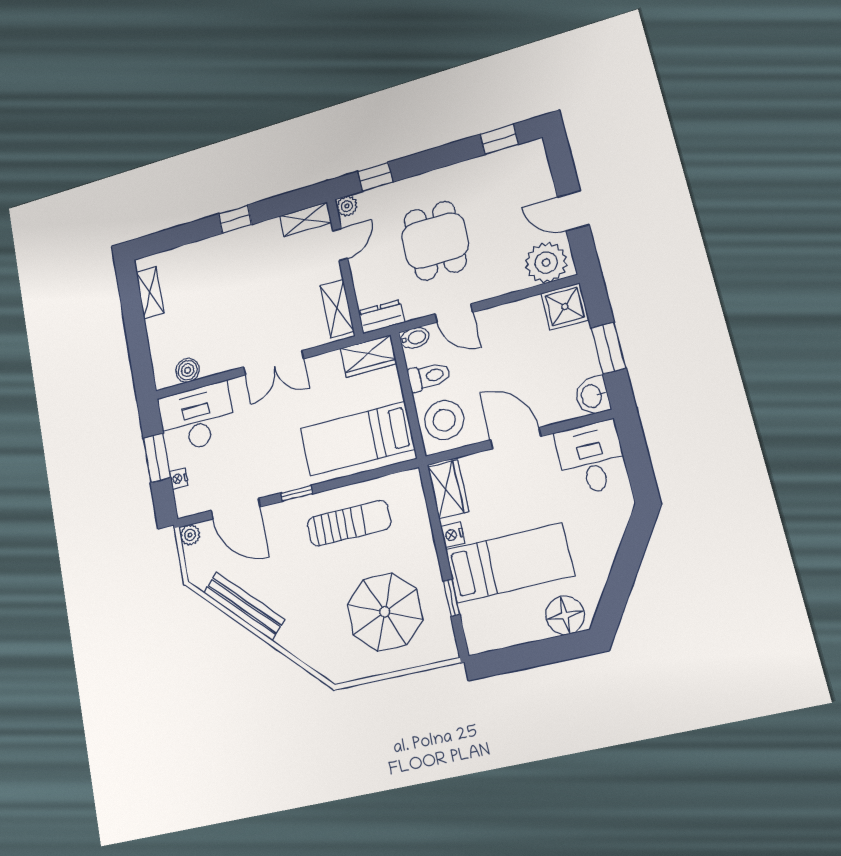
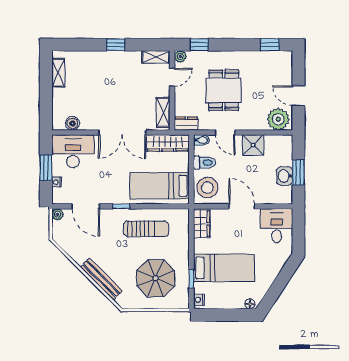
shower: (565, 307) -> (253, 145), moved
wardrobe: (369, 356) -> (168, 143), width x1.50
double door: (274, 363) -> (122, 133), width x1.37
washbasin: (592, 396) -> (285, 176), moved
nightstand: (453, 535) -> (199, 300), moved
bench: (244, 606) -> (101, 279), moved
floor lamp: (565, 615) -> (250, 304), width x0.53, depth x0.53

